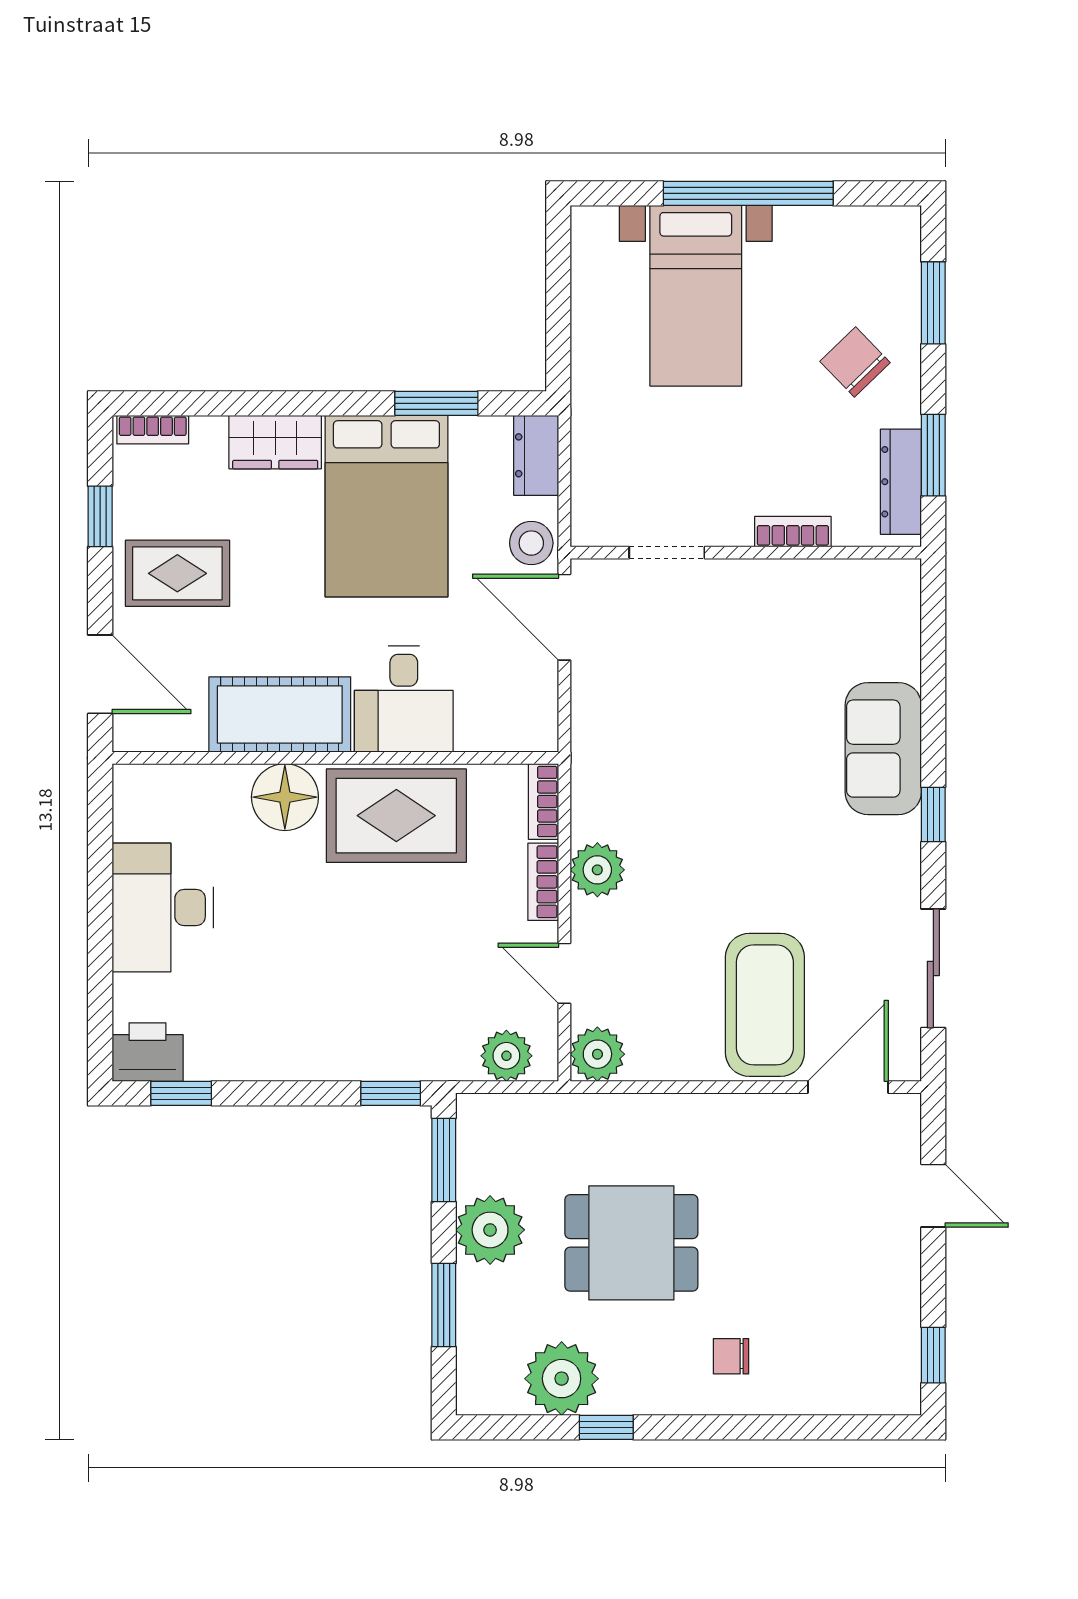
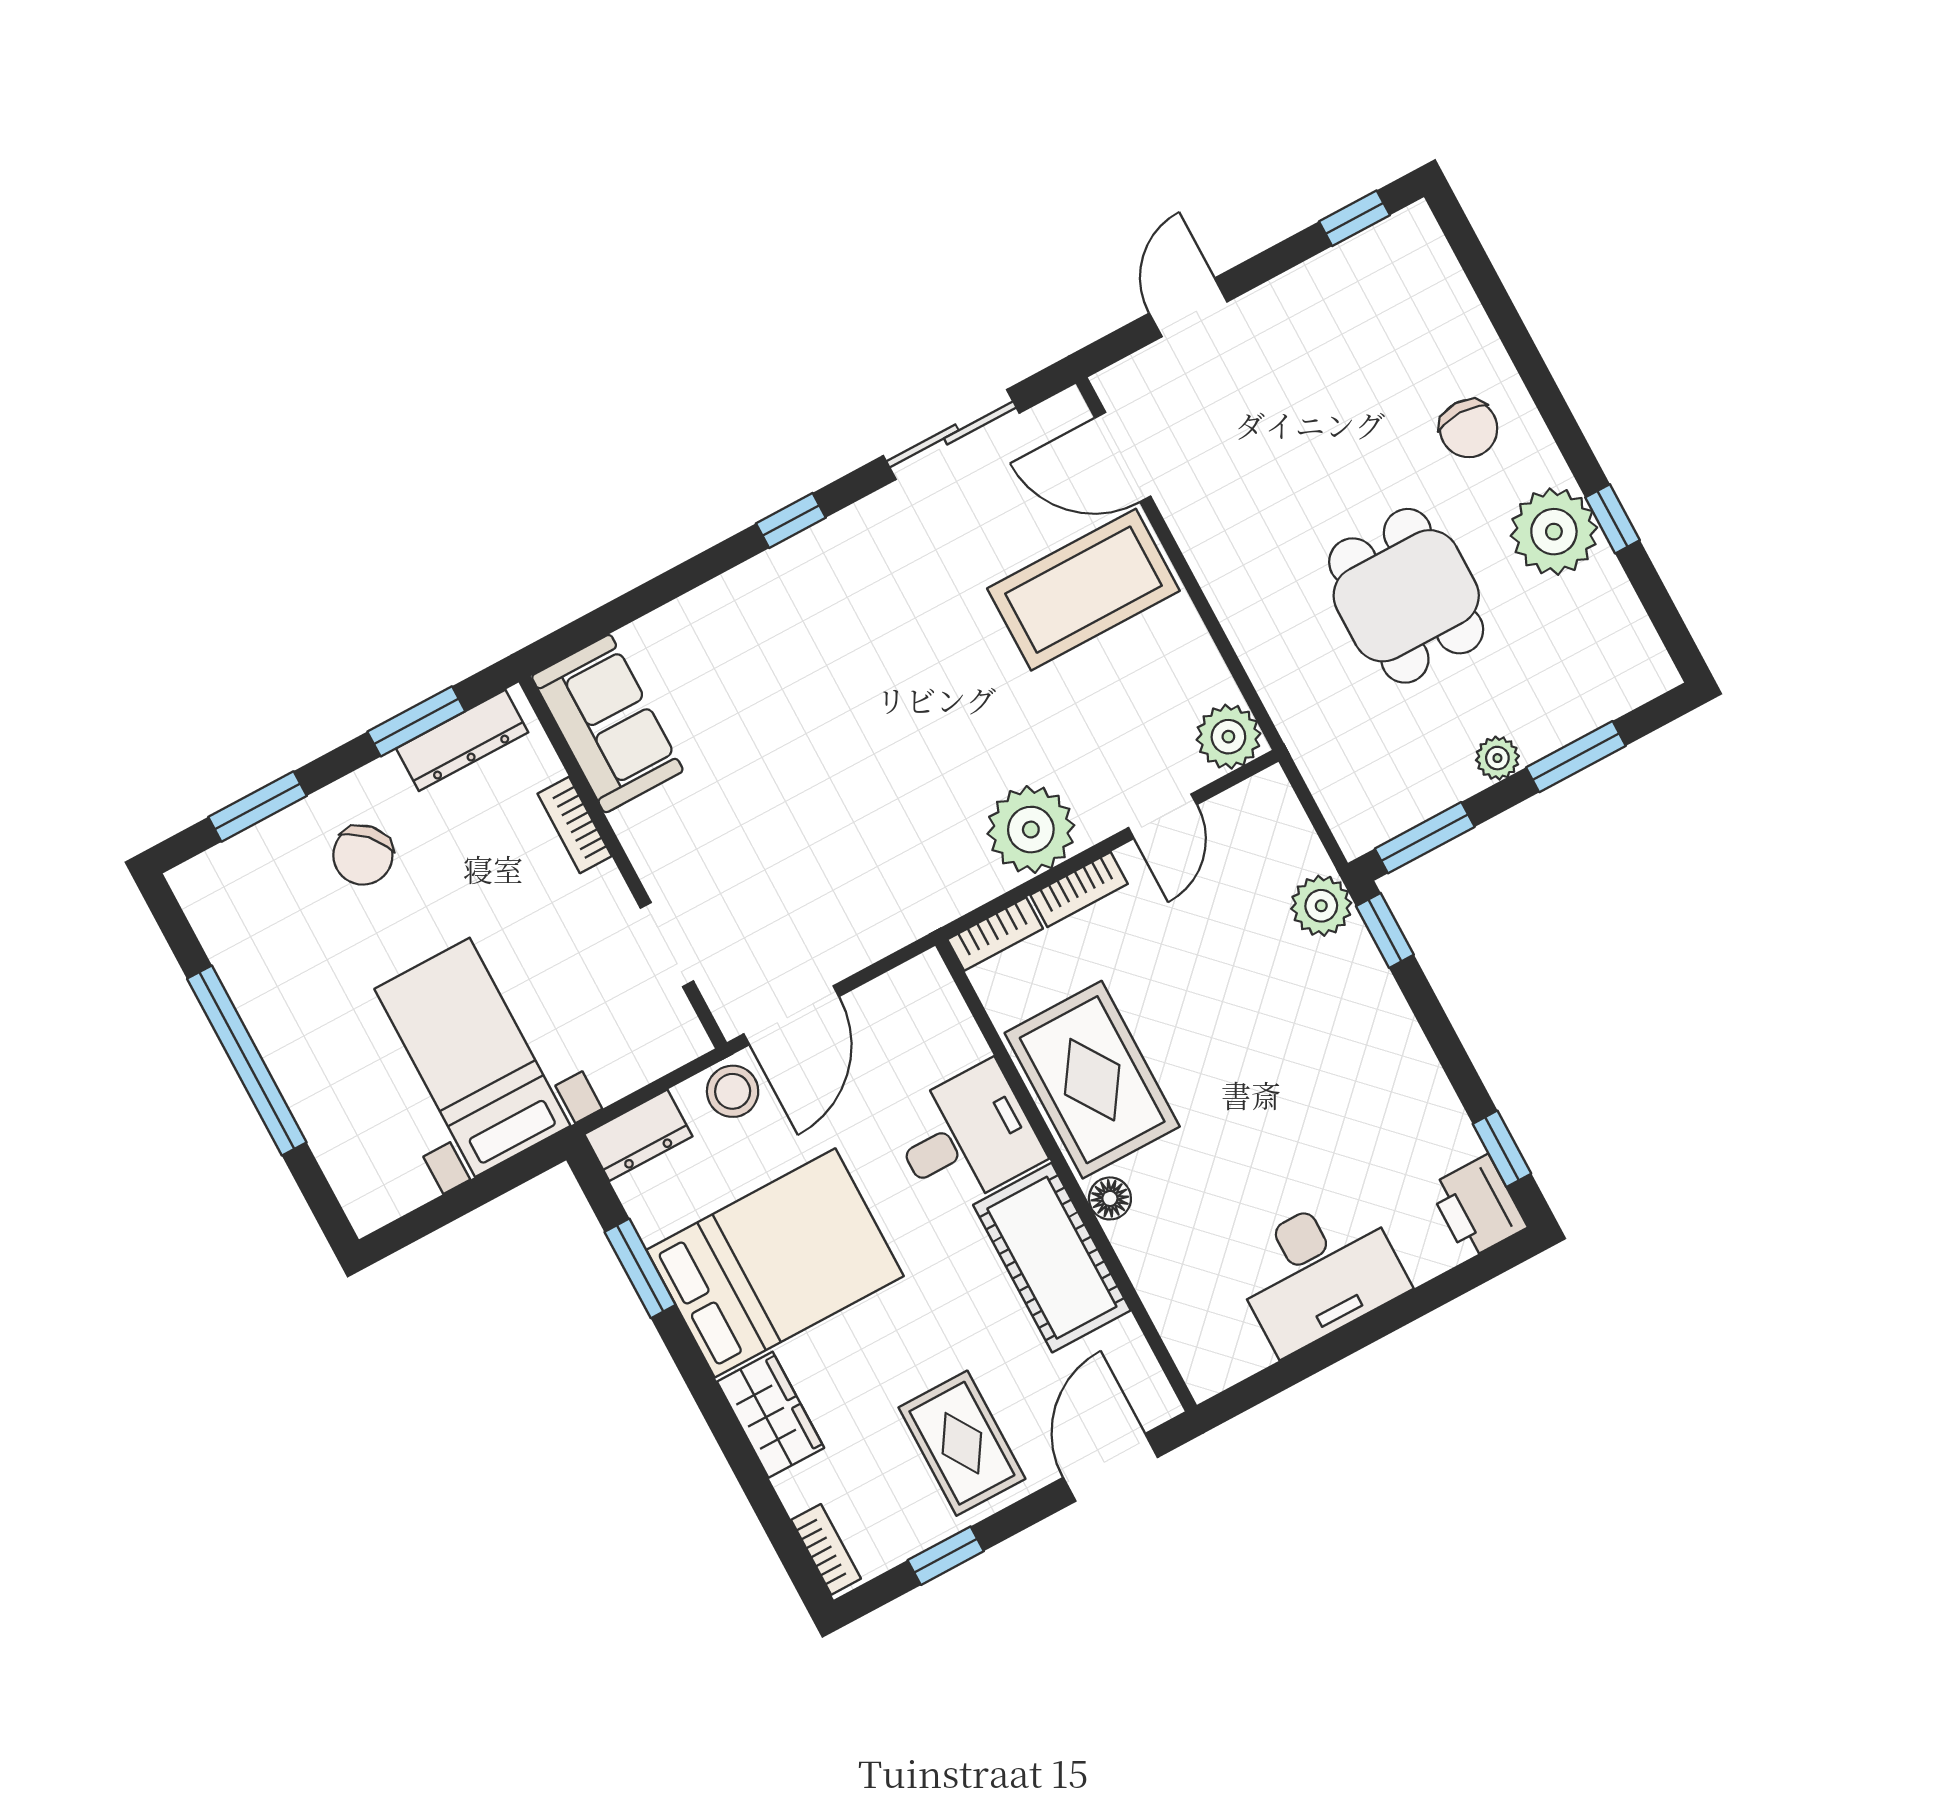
bed with nightstands: (696, 296) -> (472, 1057), moved, turned -90
sofa: (883, 749) -> (607, 724), moved, turned -90
floor lamp: (285, 797) -> (1110, 1198), width x0.53, depth x0.53
plant: (597, 870) -> (1031, 830), width x1.36, depth x1.36
plant: (506, 1056) -> (1321, 906), moved
plant: (490, 1230) -> (1497, 758), width x0.53, depth x0.53
chair: (731, 1356) -> (1469, 429), width x1.37, depth x1.37
plant: (562, 1379) -> (1554, 532), moved

